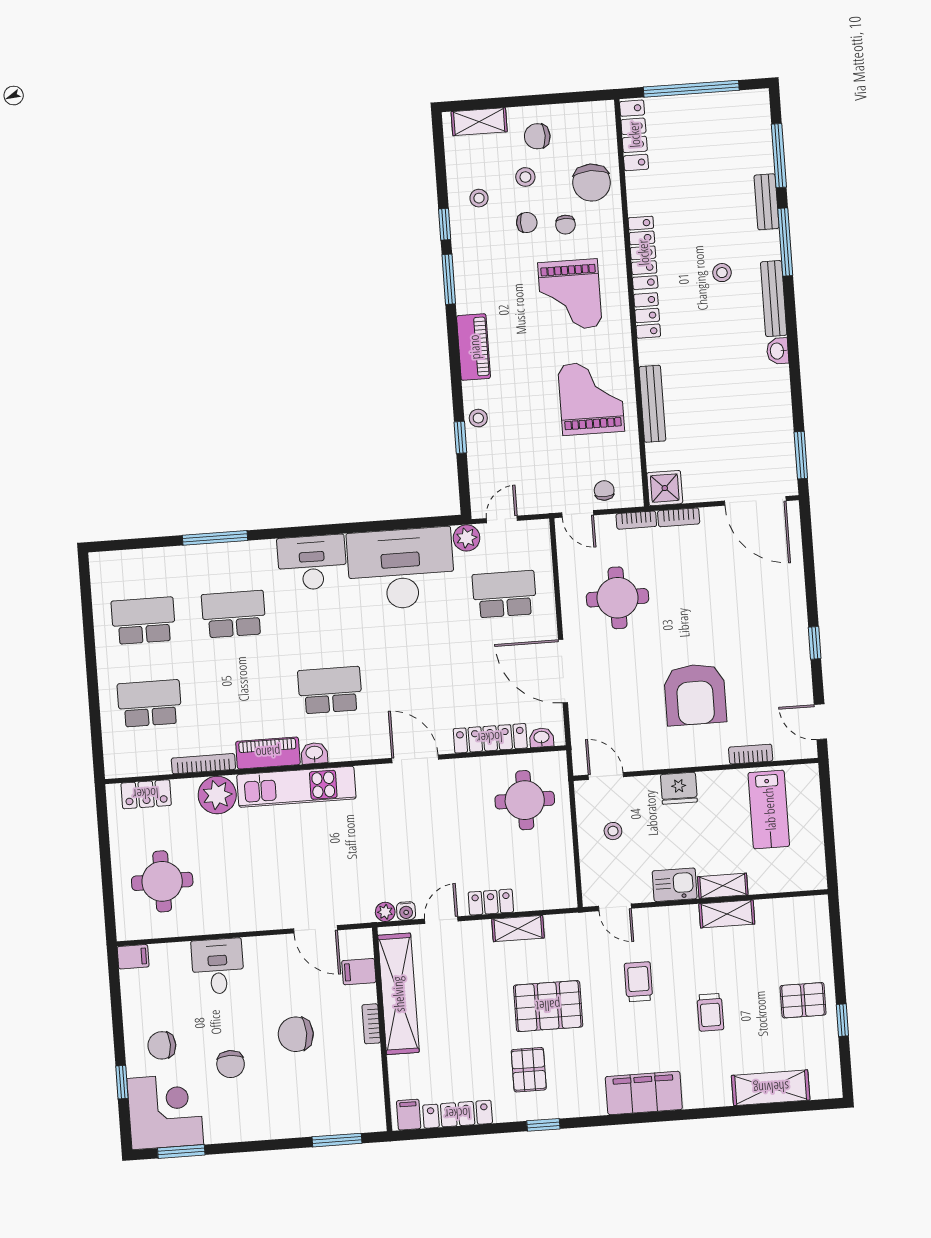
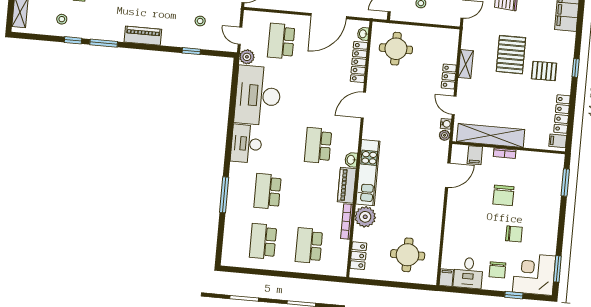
stool: (478, 418) -> (200, 21), moved
desk: (218, 966) -> (468, 273), moved, turned -90

